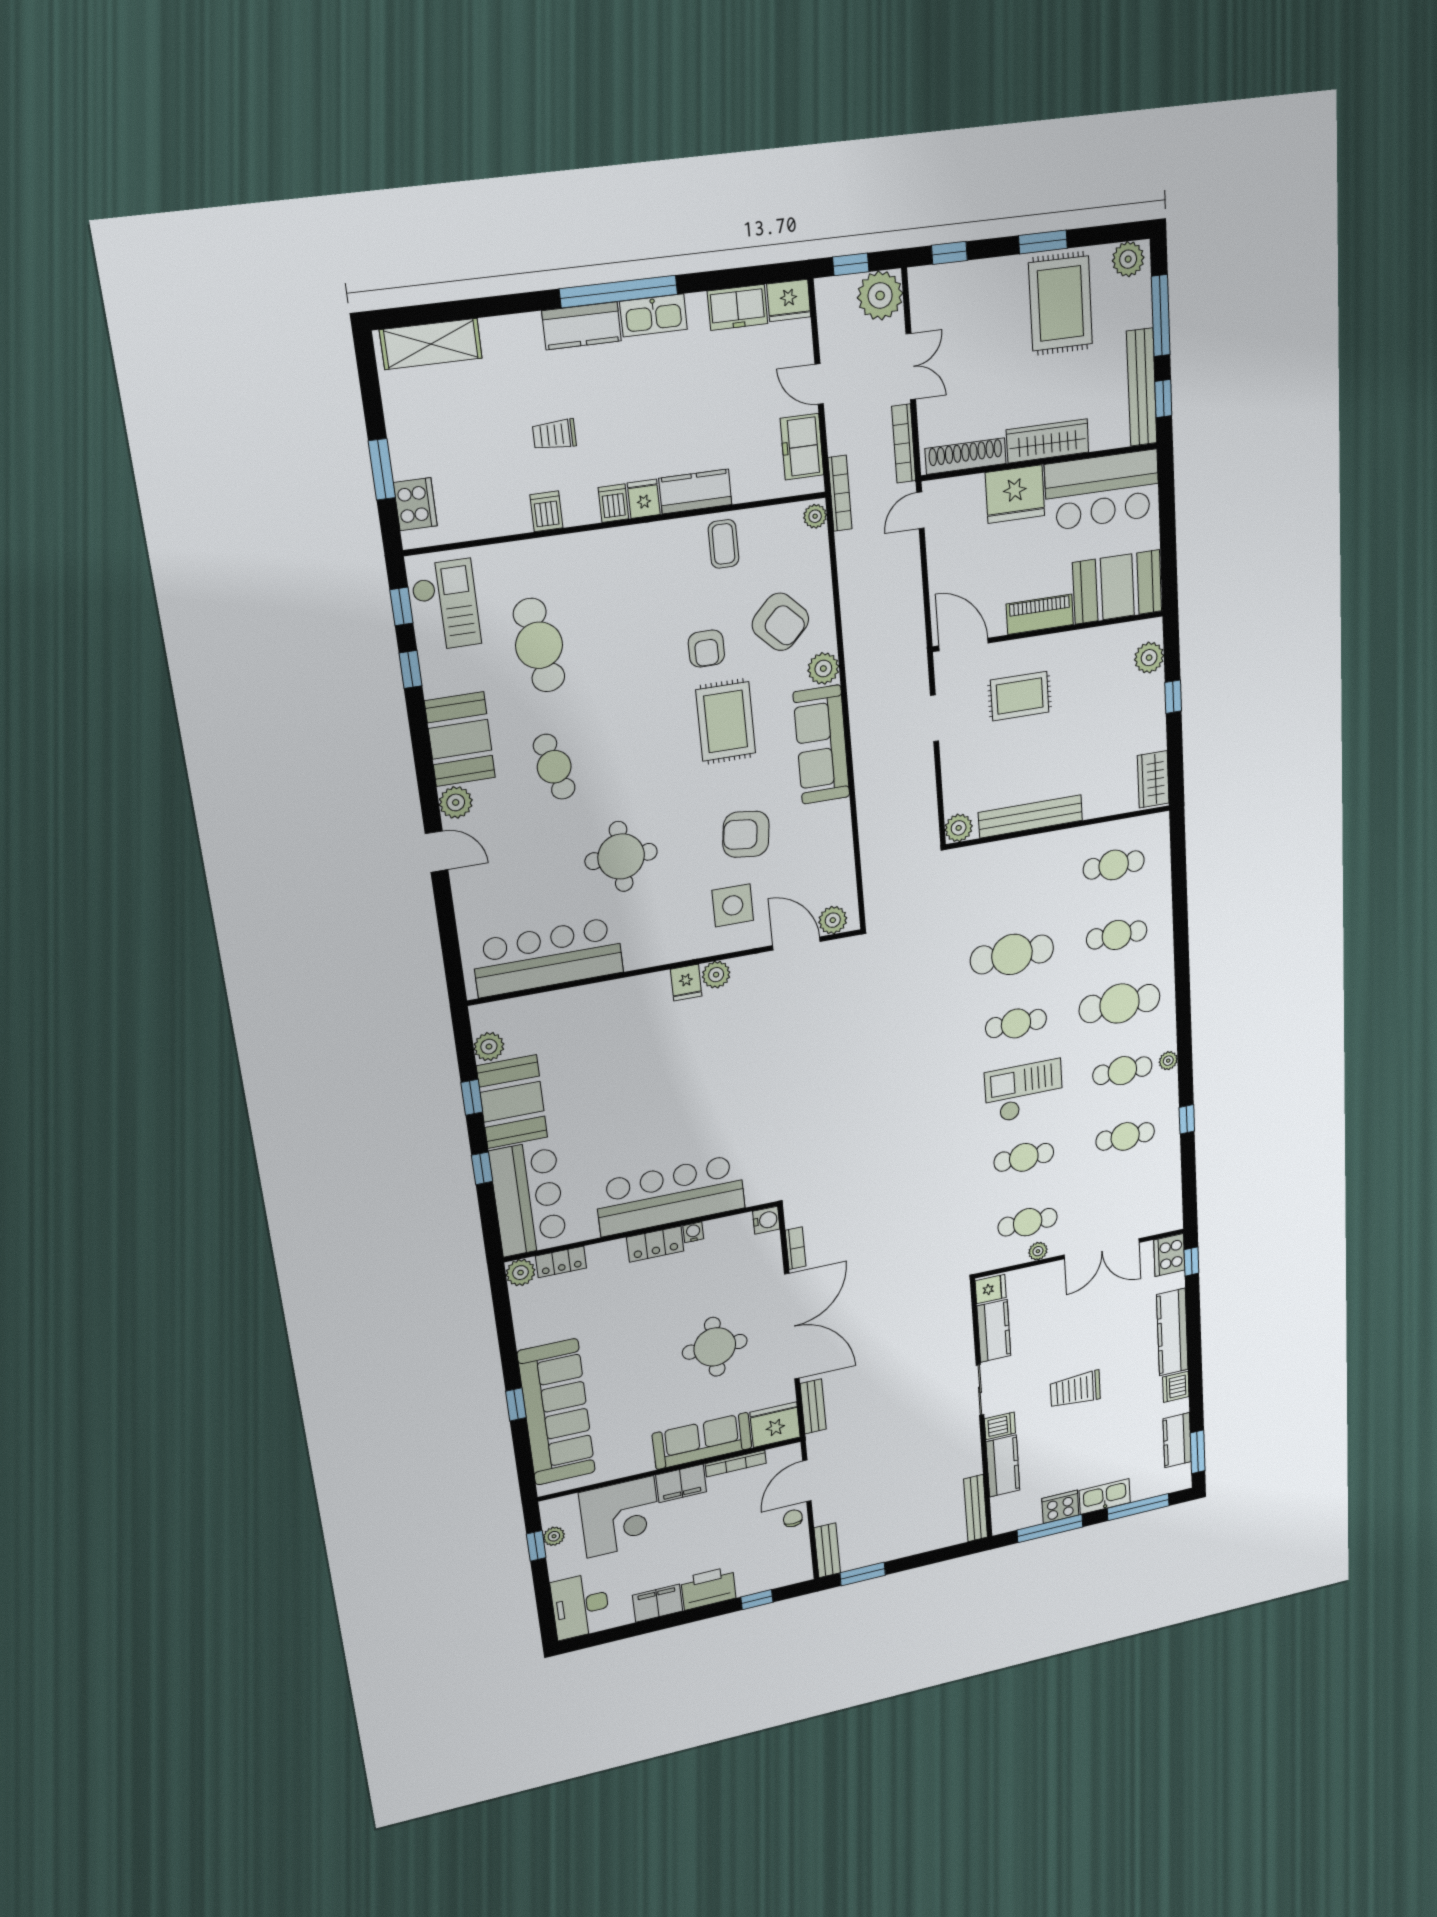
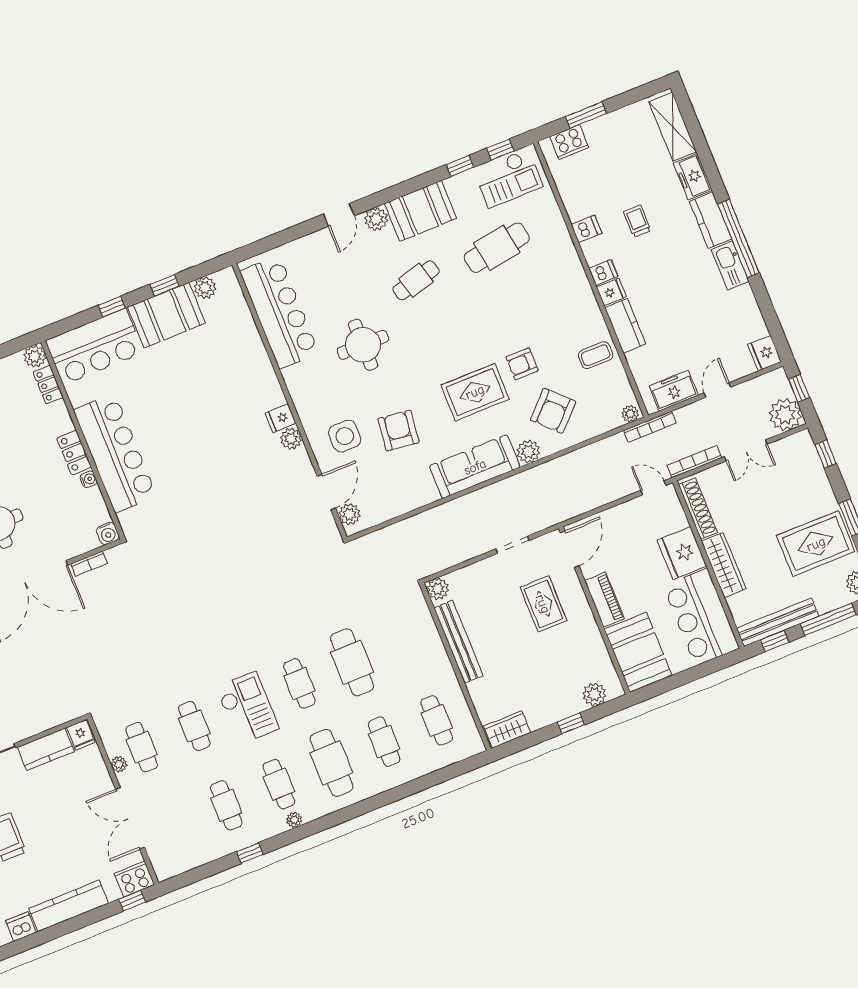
freezer: (738, 307) -> (693, 177), moved

